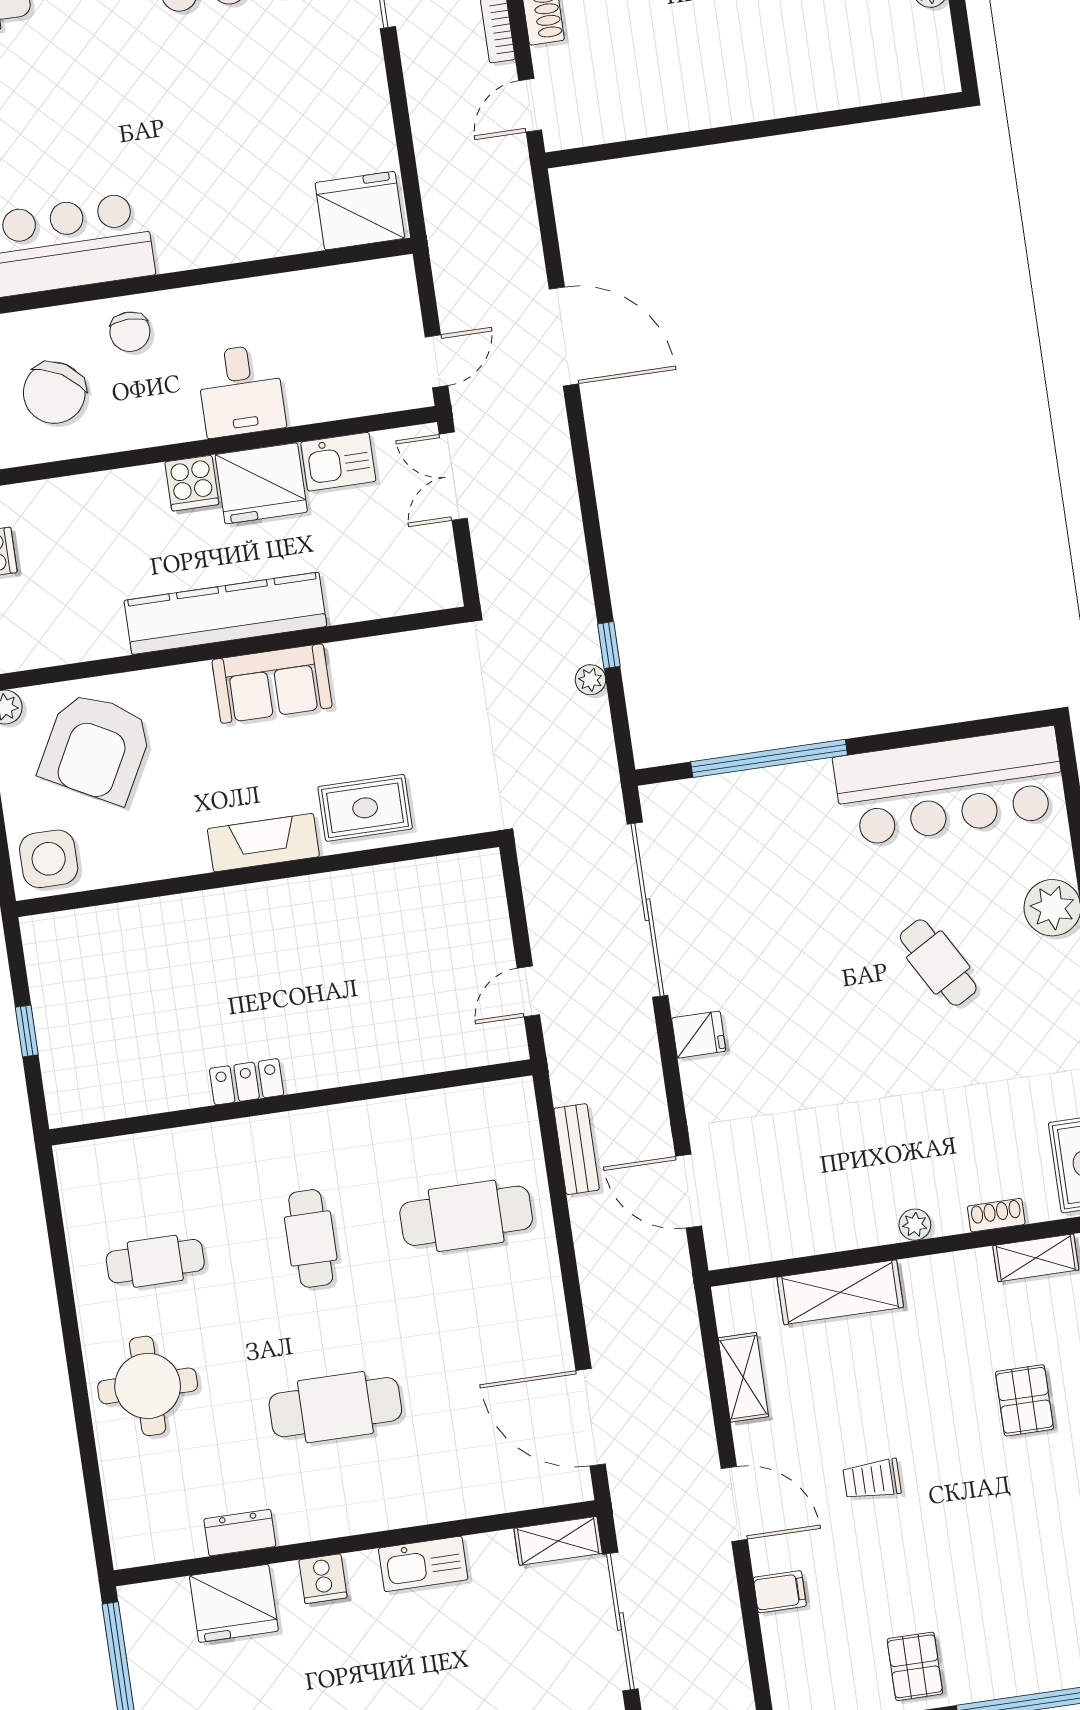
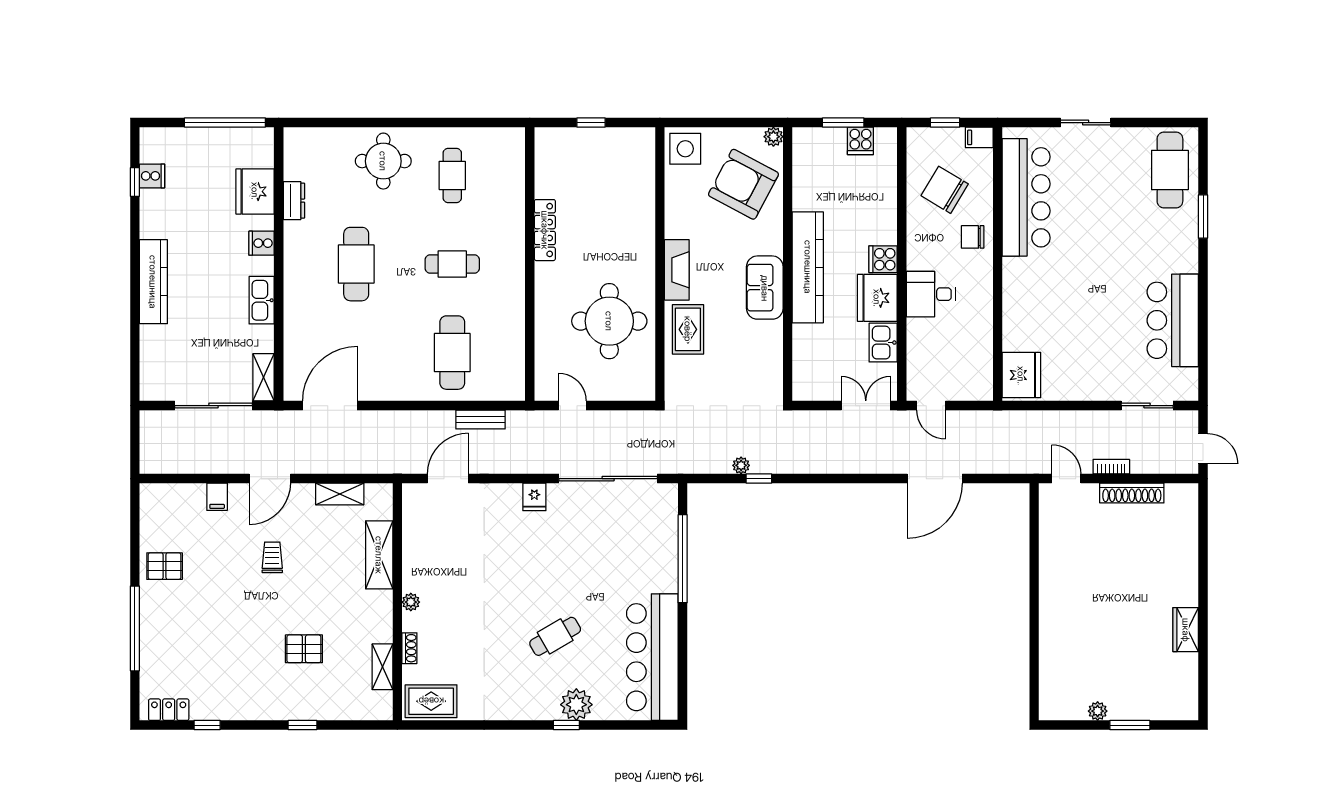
round table: (371, 948) -> (609, 321), added
locker: (247, 1082) -> (545, 230), width x1.53

